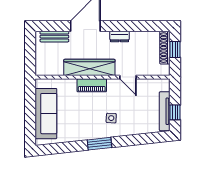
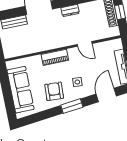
wardrobe: (89, 67) -> (50, 42), removed
armchair: (83, 123) -> (54, 91), added
door: (141, 139) -> (106, 95), added

